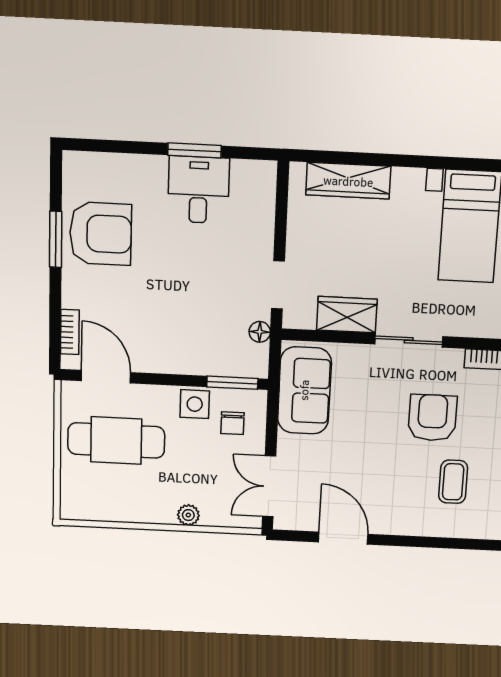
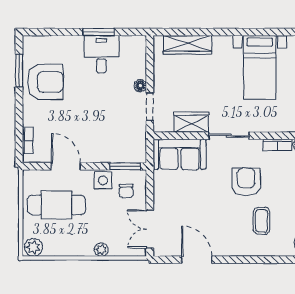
window: (56, 239) -> (19, 71), moved
floor lamp: (260, 332) -> (140, 86), moved
door: (106, 377) -> (66, 166), moved
sofa: (304, 390) -> (180, 154), moved, turned 90
plant: (78, 506) -> (34, 247), added

